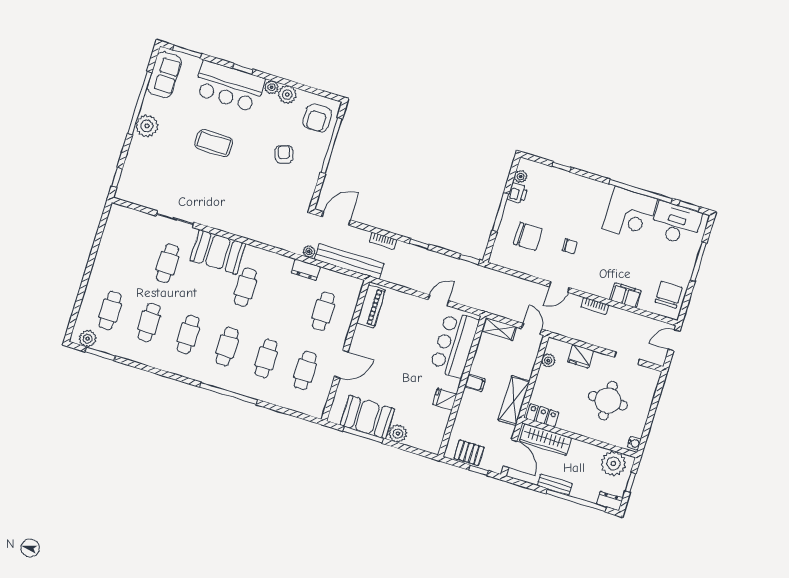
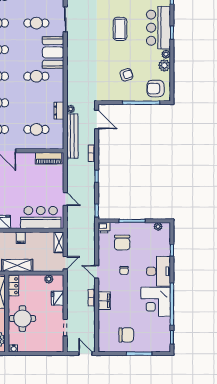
printer: (517, 193) -> (104, 228), moved
desk: (676, 224) -> (159, 271), moved
filing cabinet: (626, 295) -> (104, 301), moved
chair: (669, 295) -> (126, 335), moved
round table: (608, 401) -> (22, 319), moved

